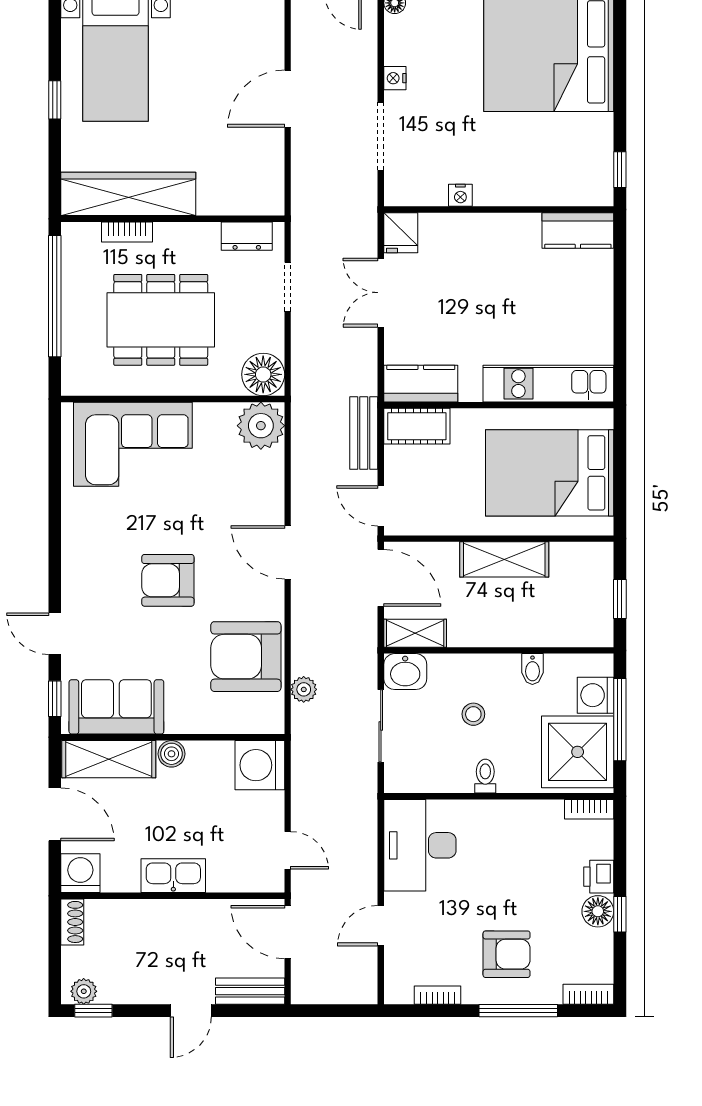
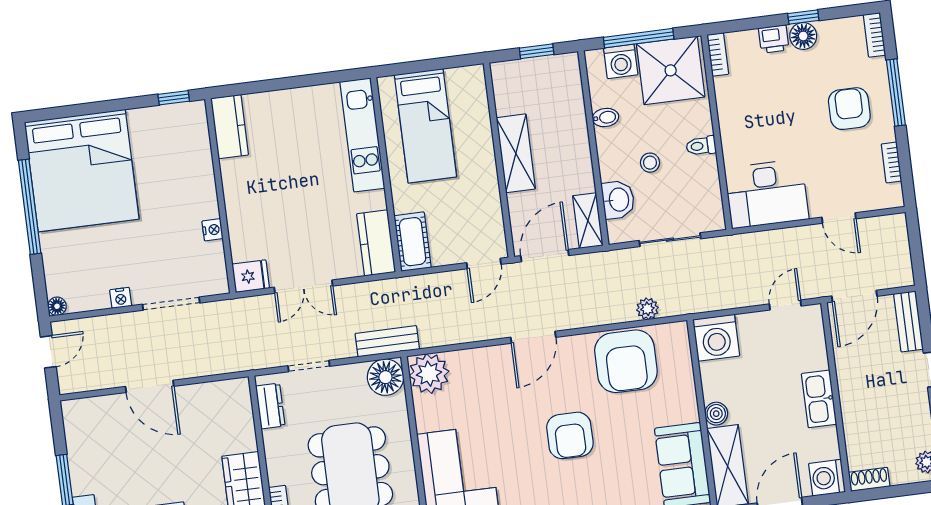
bench: (364, 433) -> (387, 341), moved
bed: (550, 473) -> (425, 126), width x0.67
washbasin: (405, 672) -> (618, 200), moved

